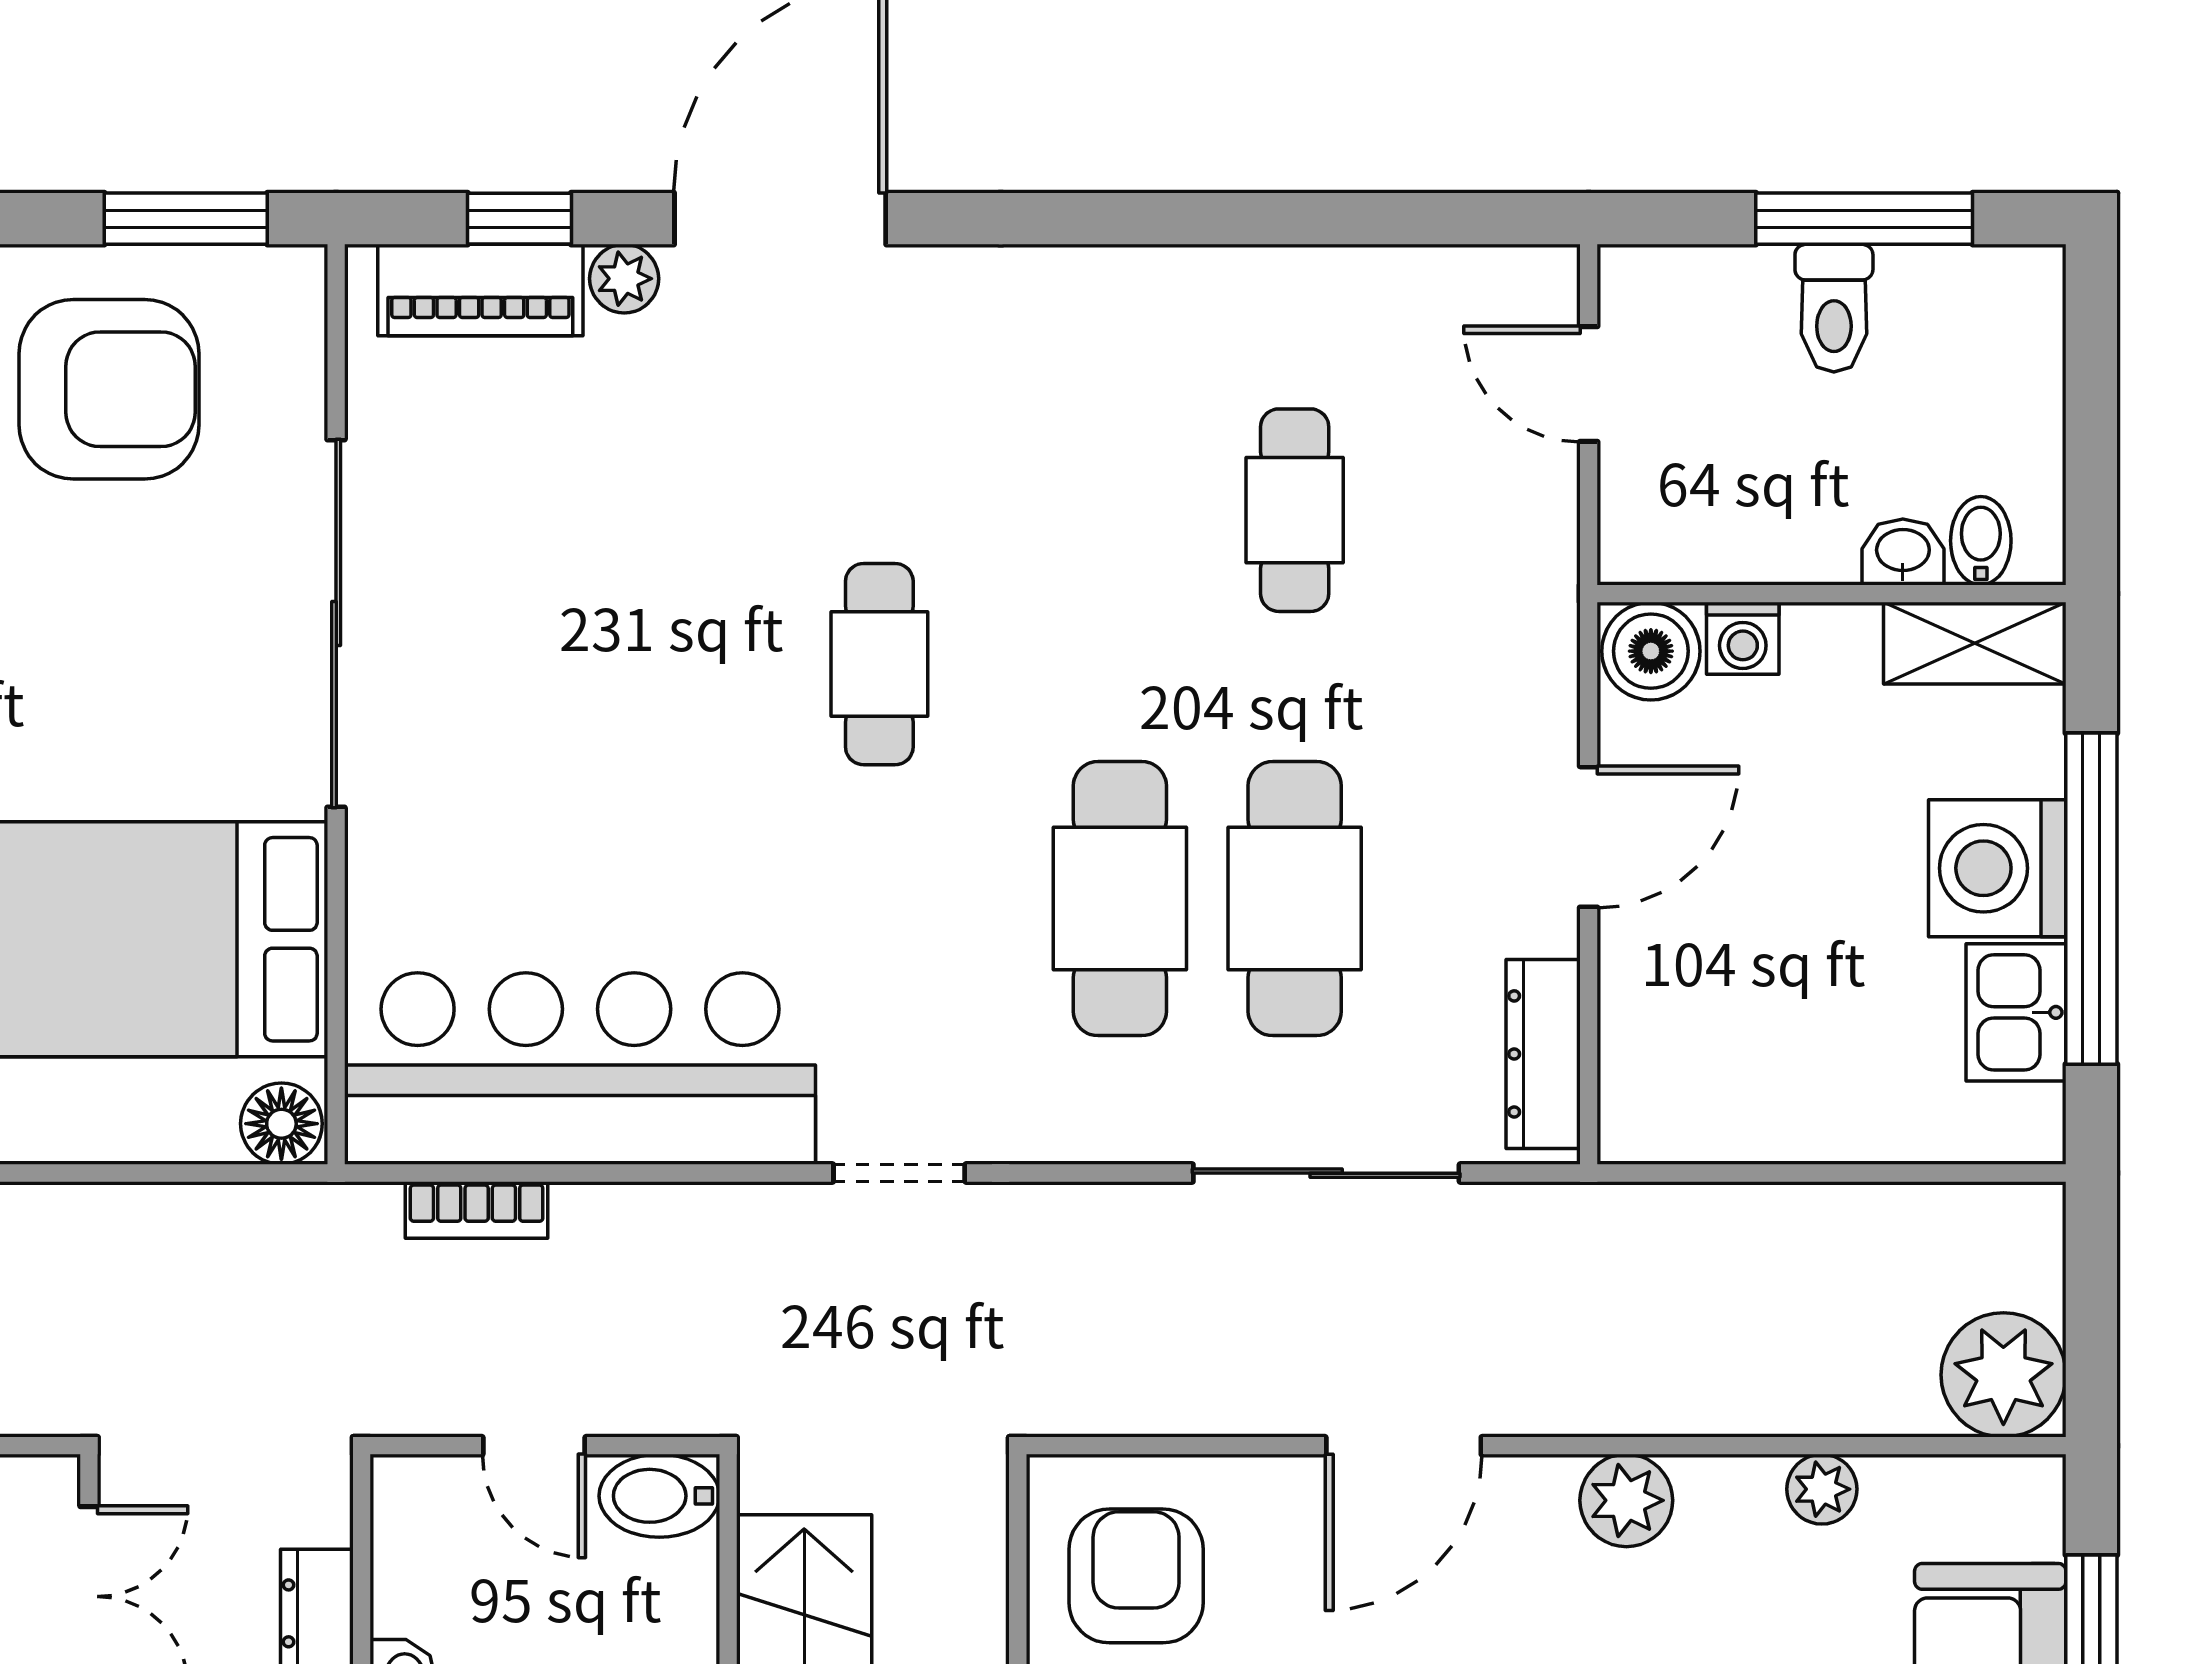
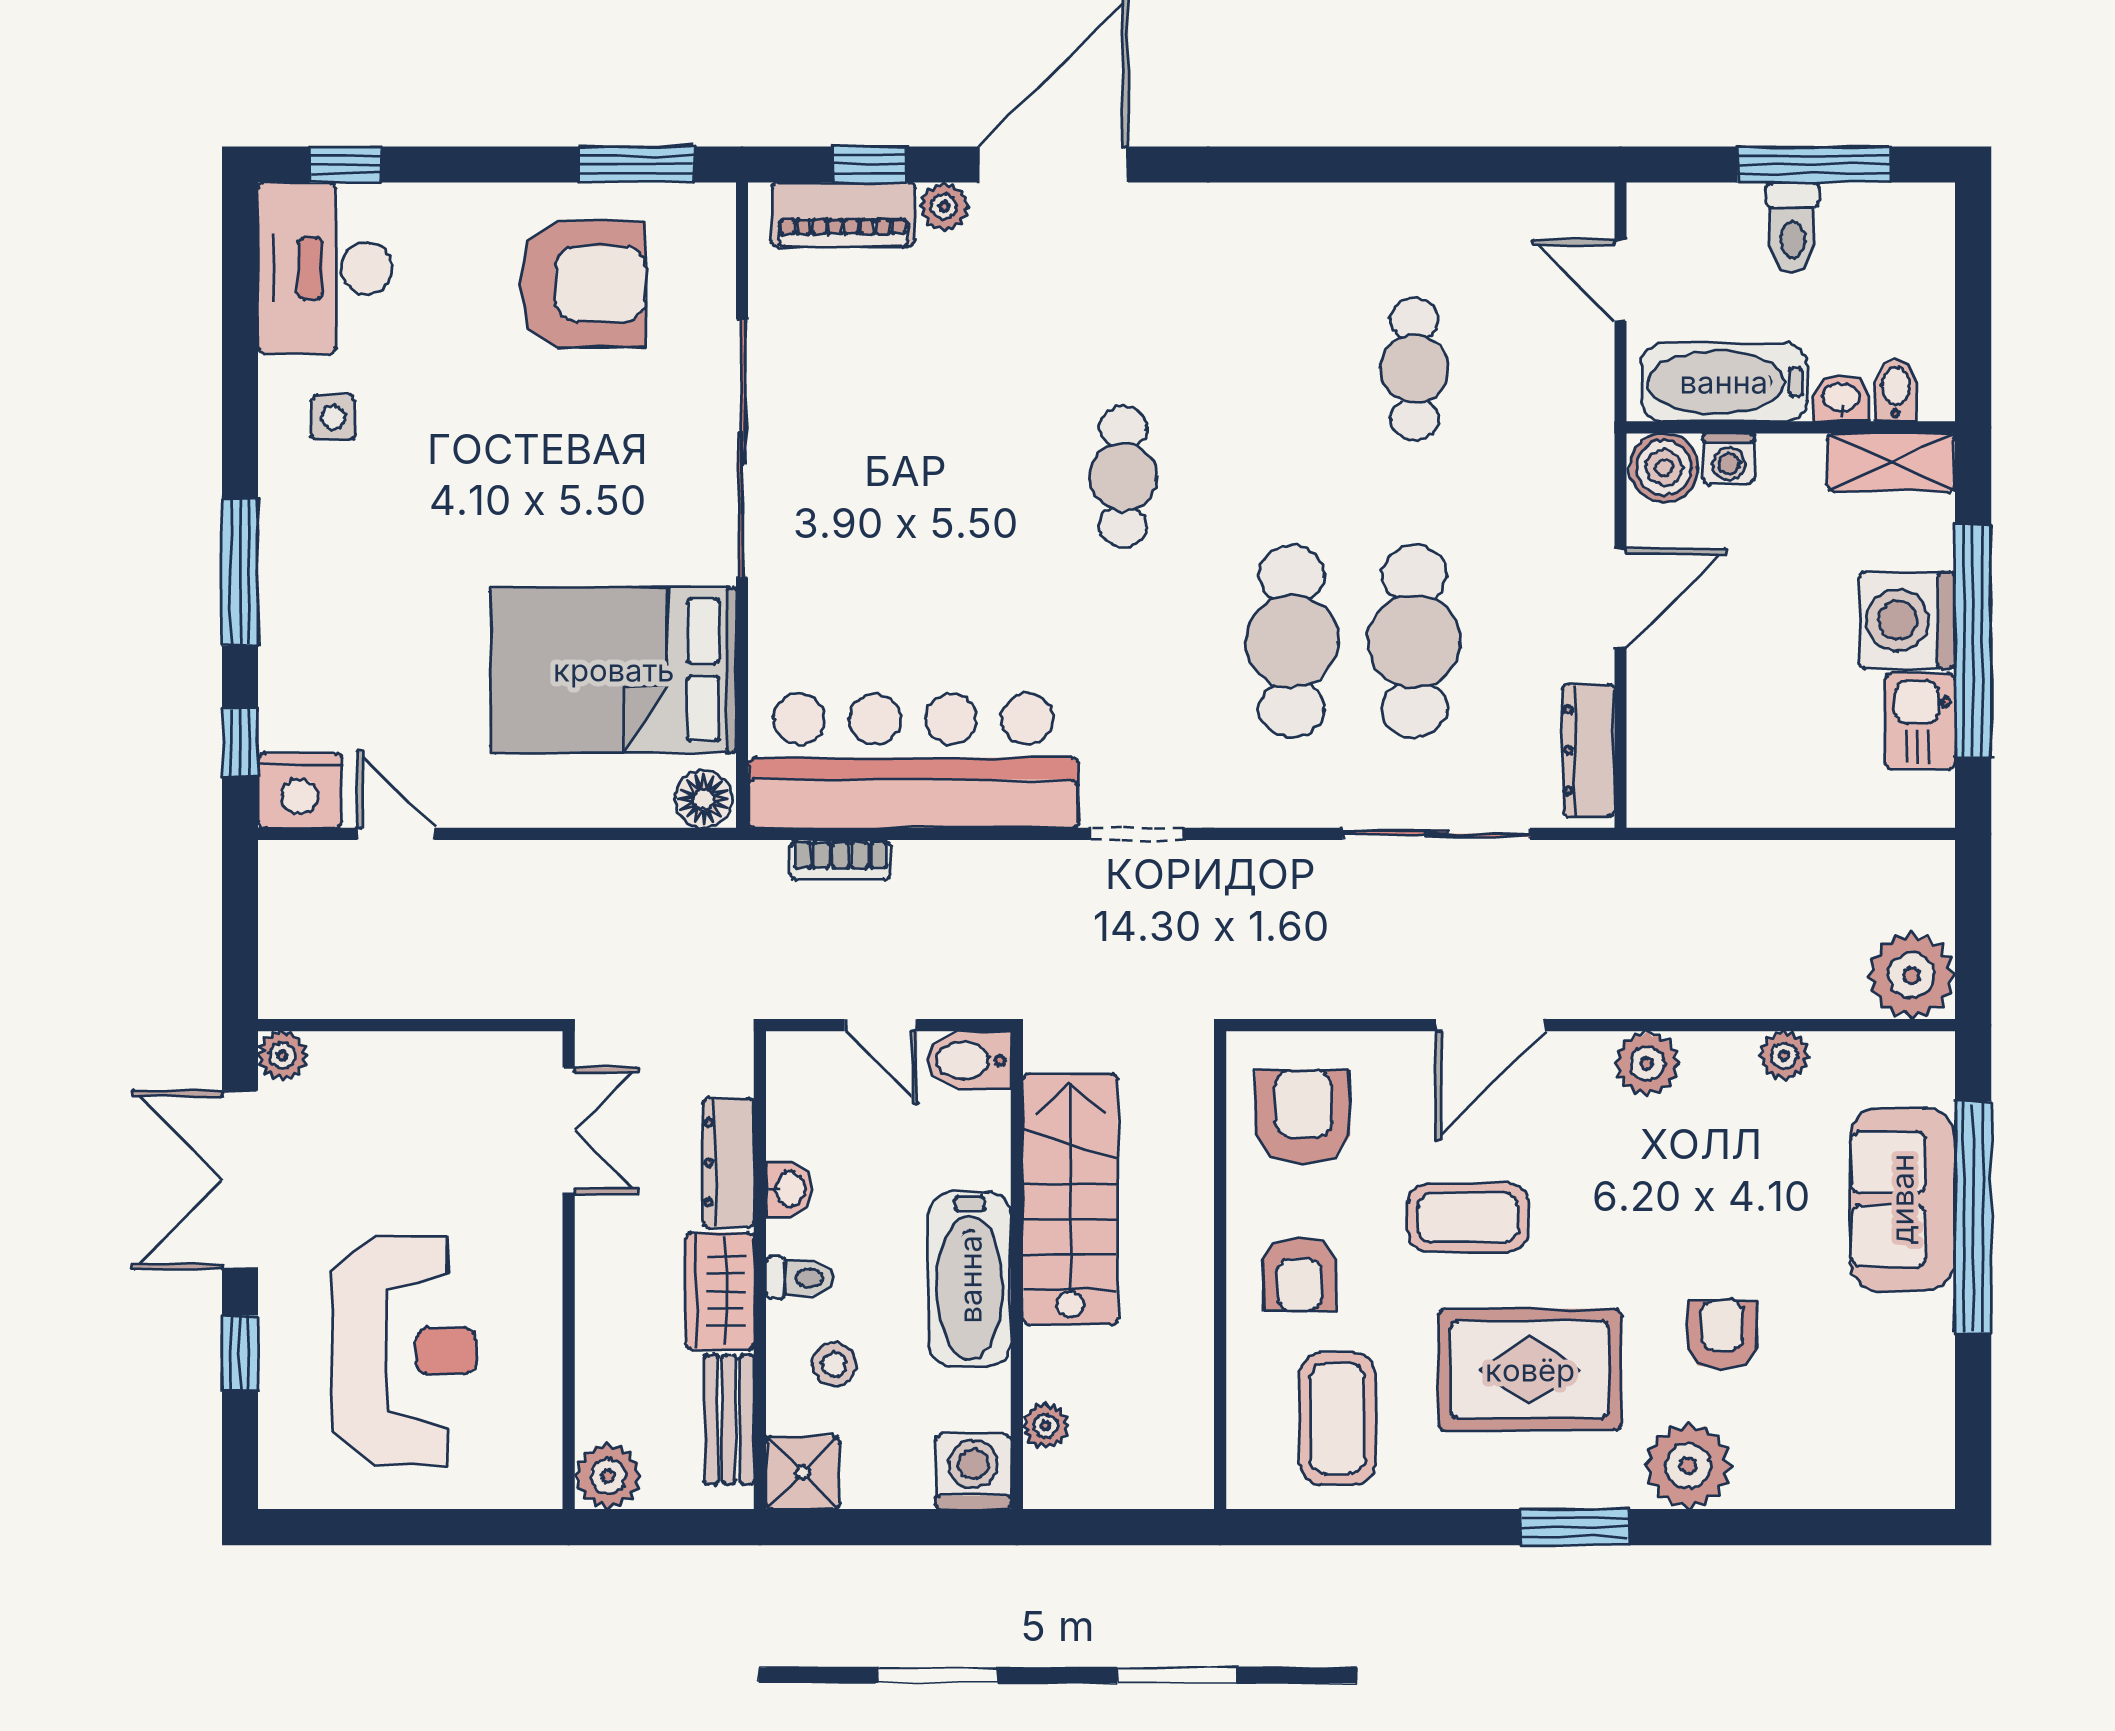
bathtub: (1736, 529) -> (1724, 382), added

